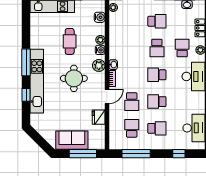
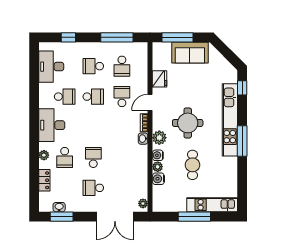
water cooler: (100, 17) -> (158, 179), moved
school desk: (157, 75) -> (65, 97), moved
window: (26, 95) -> (242, 88), moved

